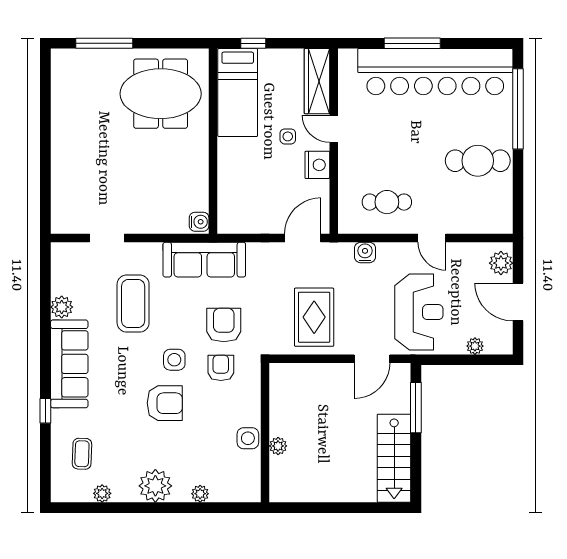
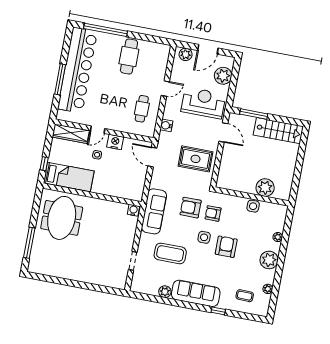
plant: (475, 346) -> (223, 76), width x1.88, depth x1.88
plant: (278, 446) -> (265, 188), width x1.88, depth x1.88

